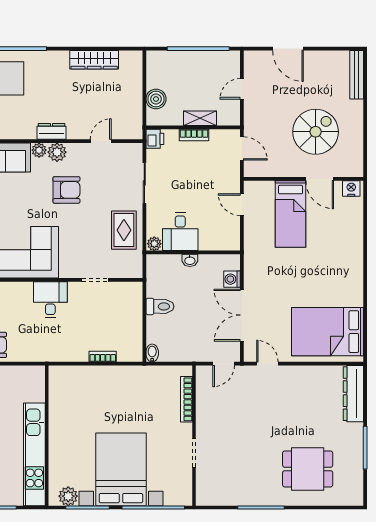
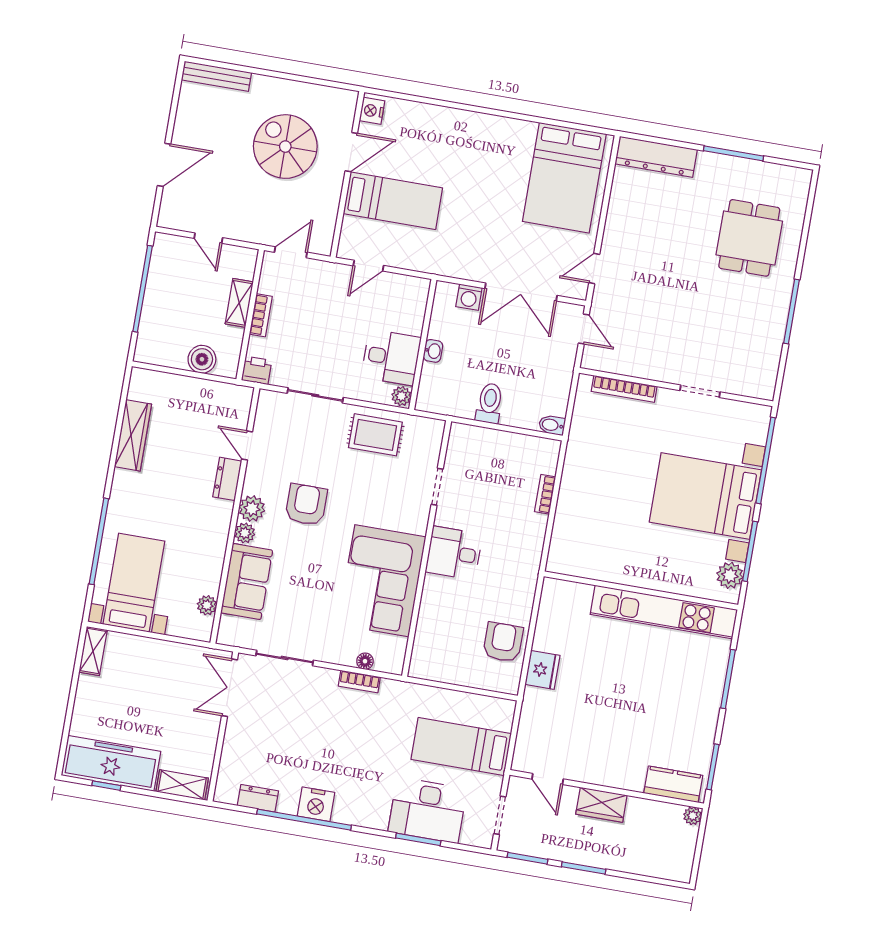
dresser: (52, 131) -> (227, 479), moved

